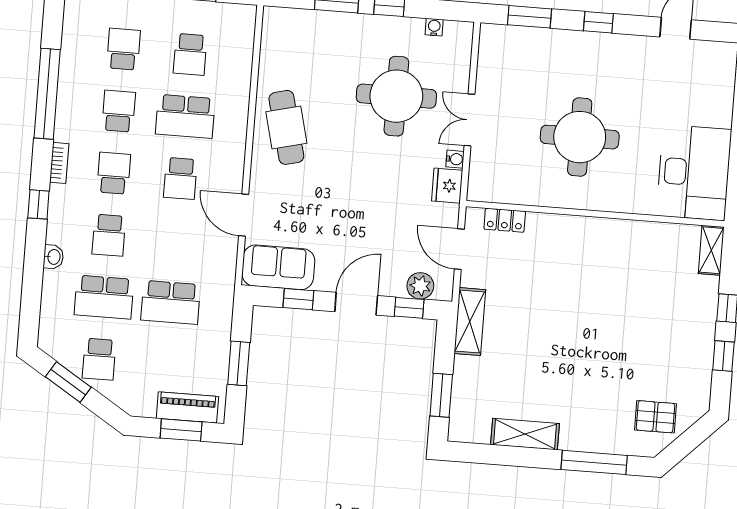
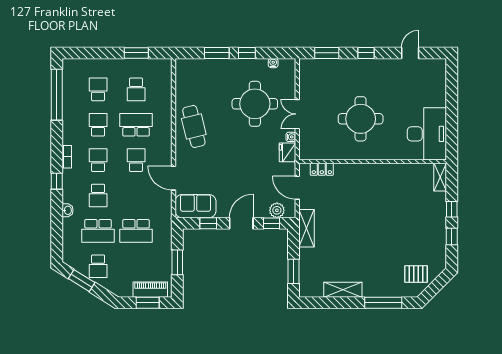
window: (47, 94) -> (57, 95), moved
school desk: (185, 116) -> (136, 125), turned 180
school desk: (180, 178) -> (136, 160), turned 180

